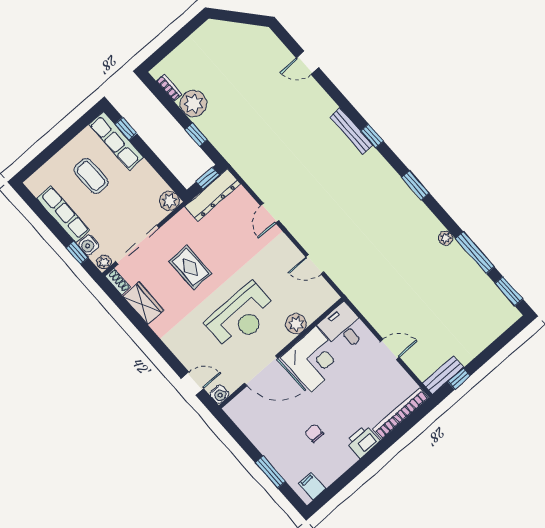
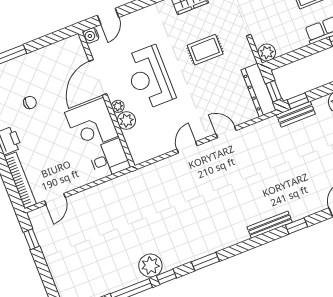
window: (196, 135) -> (298, 101), moved
window: (372, 136) -> (296, 226), moved
window: (447, 221) -> (166, 277), added
plant: (446, 238) -> (150, 266), width x1.88, depth x1.88
door: (315, 264) -> (187, 147), moved
plant: (284, 338) -> (118, 106), added
door: (390, 349) -> (55, 199), moved
bench: (443, 375) -> (296, 114), moved, turned 90

